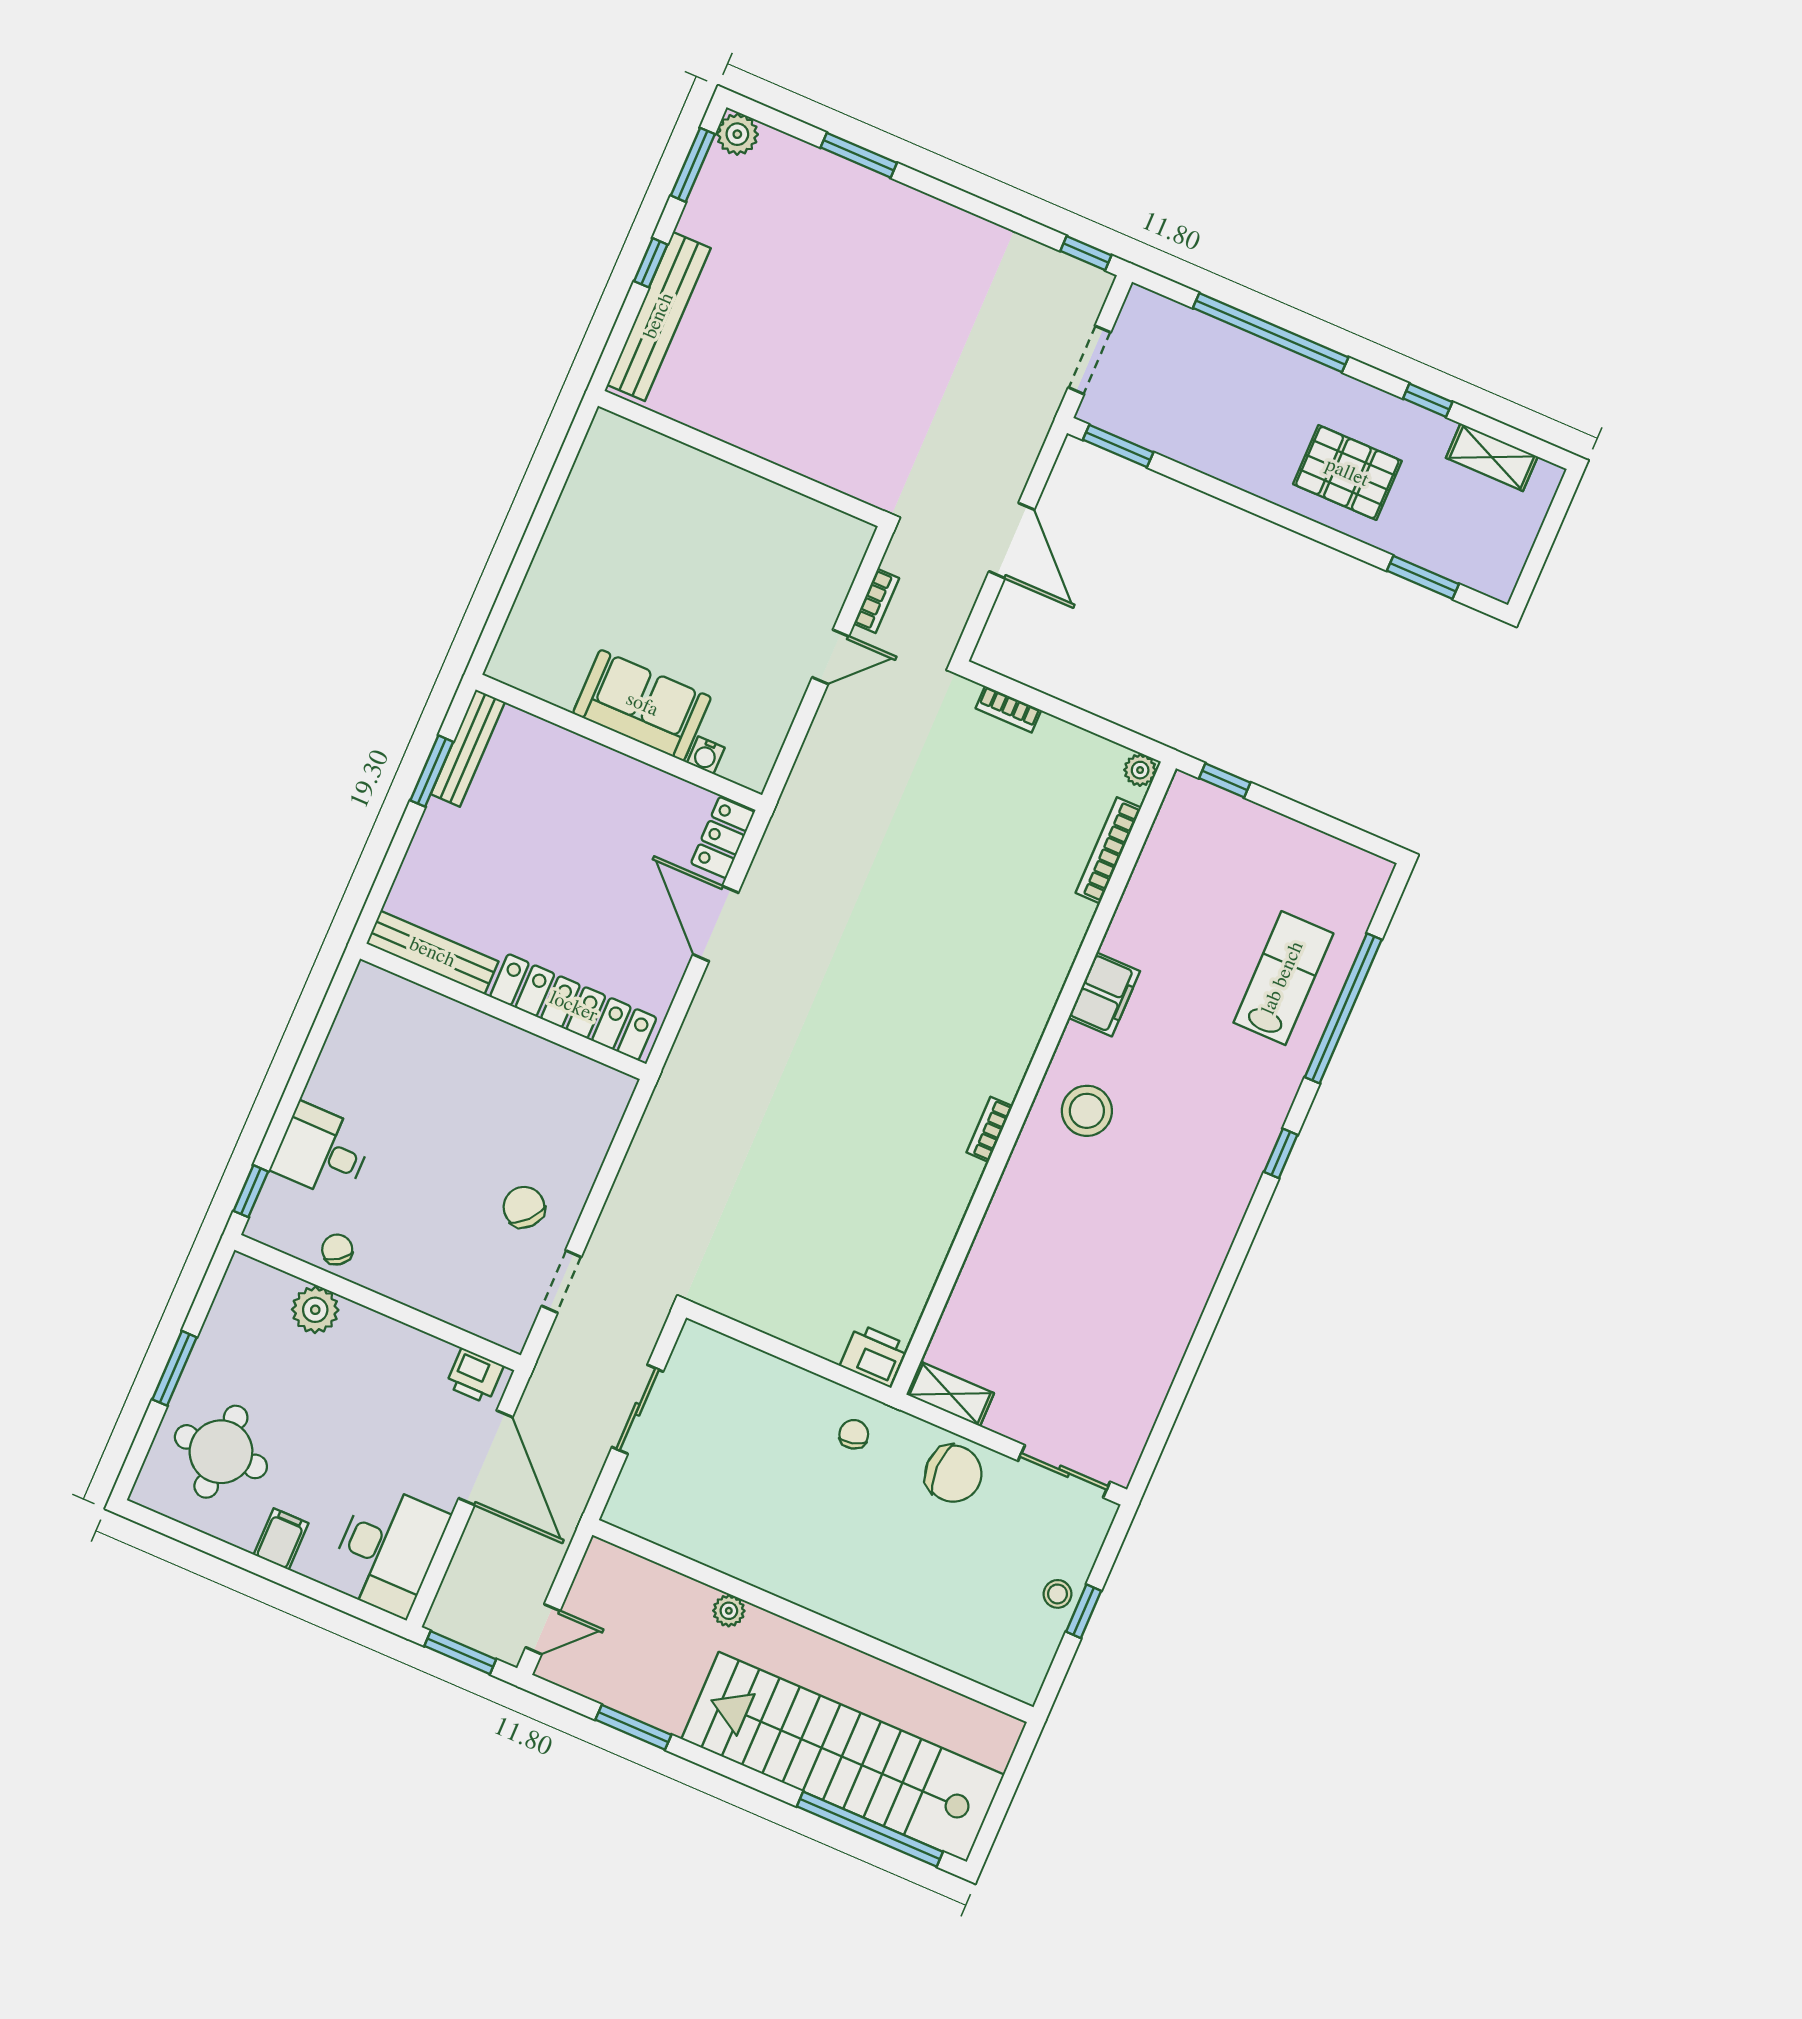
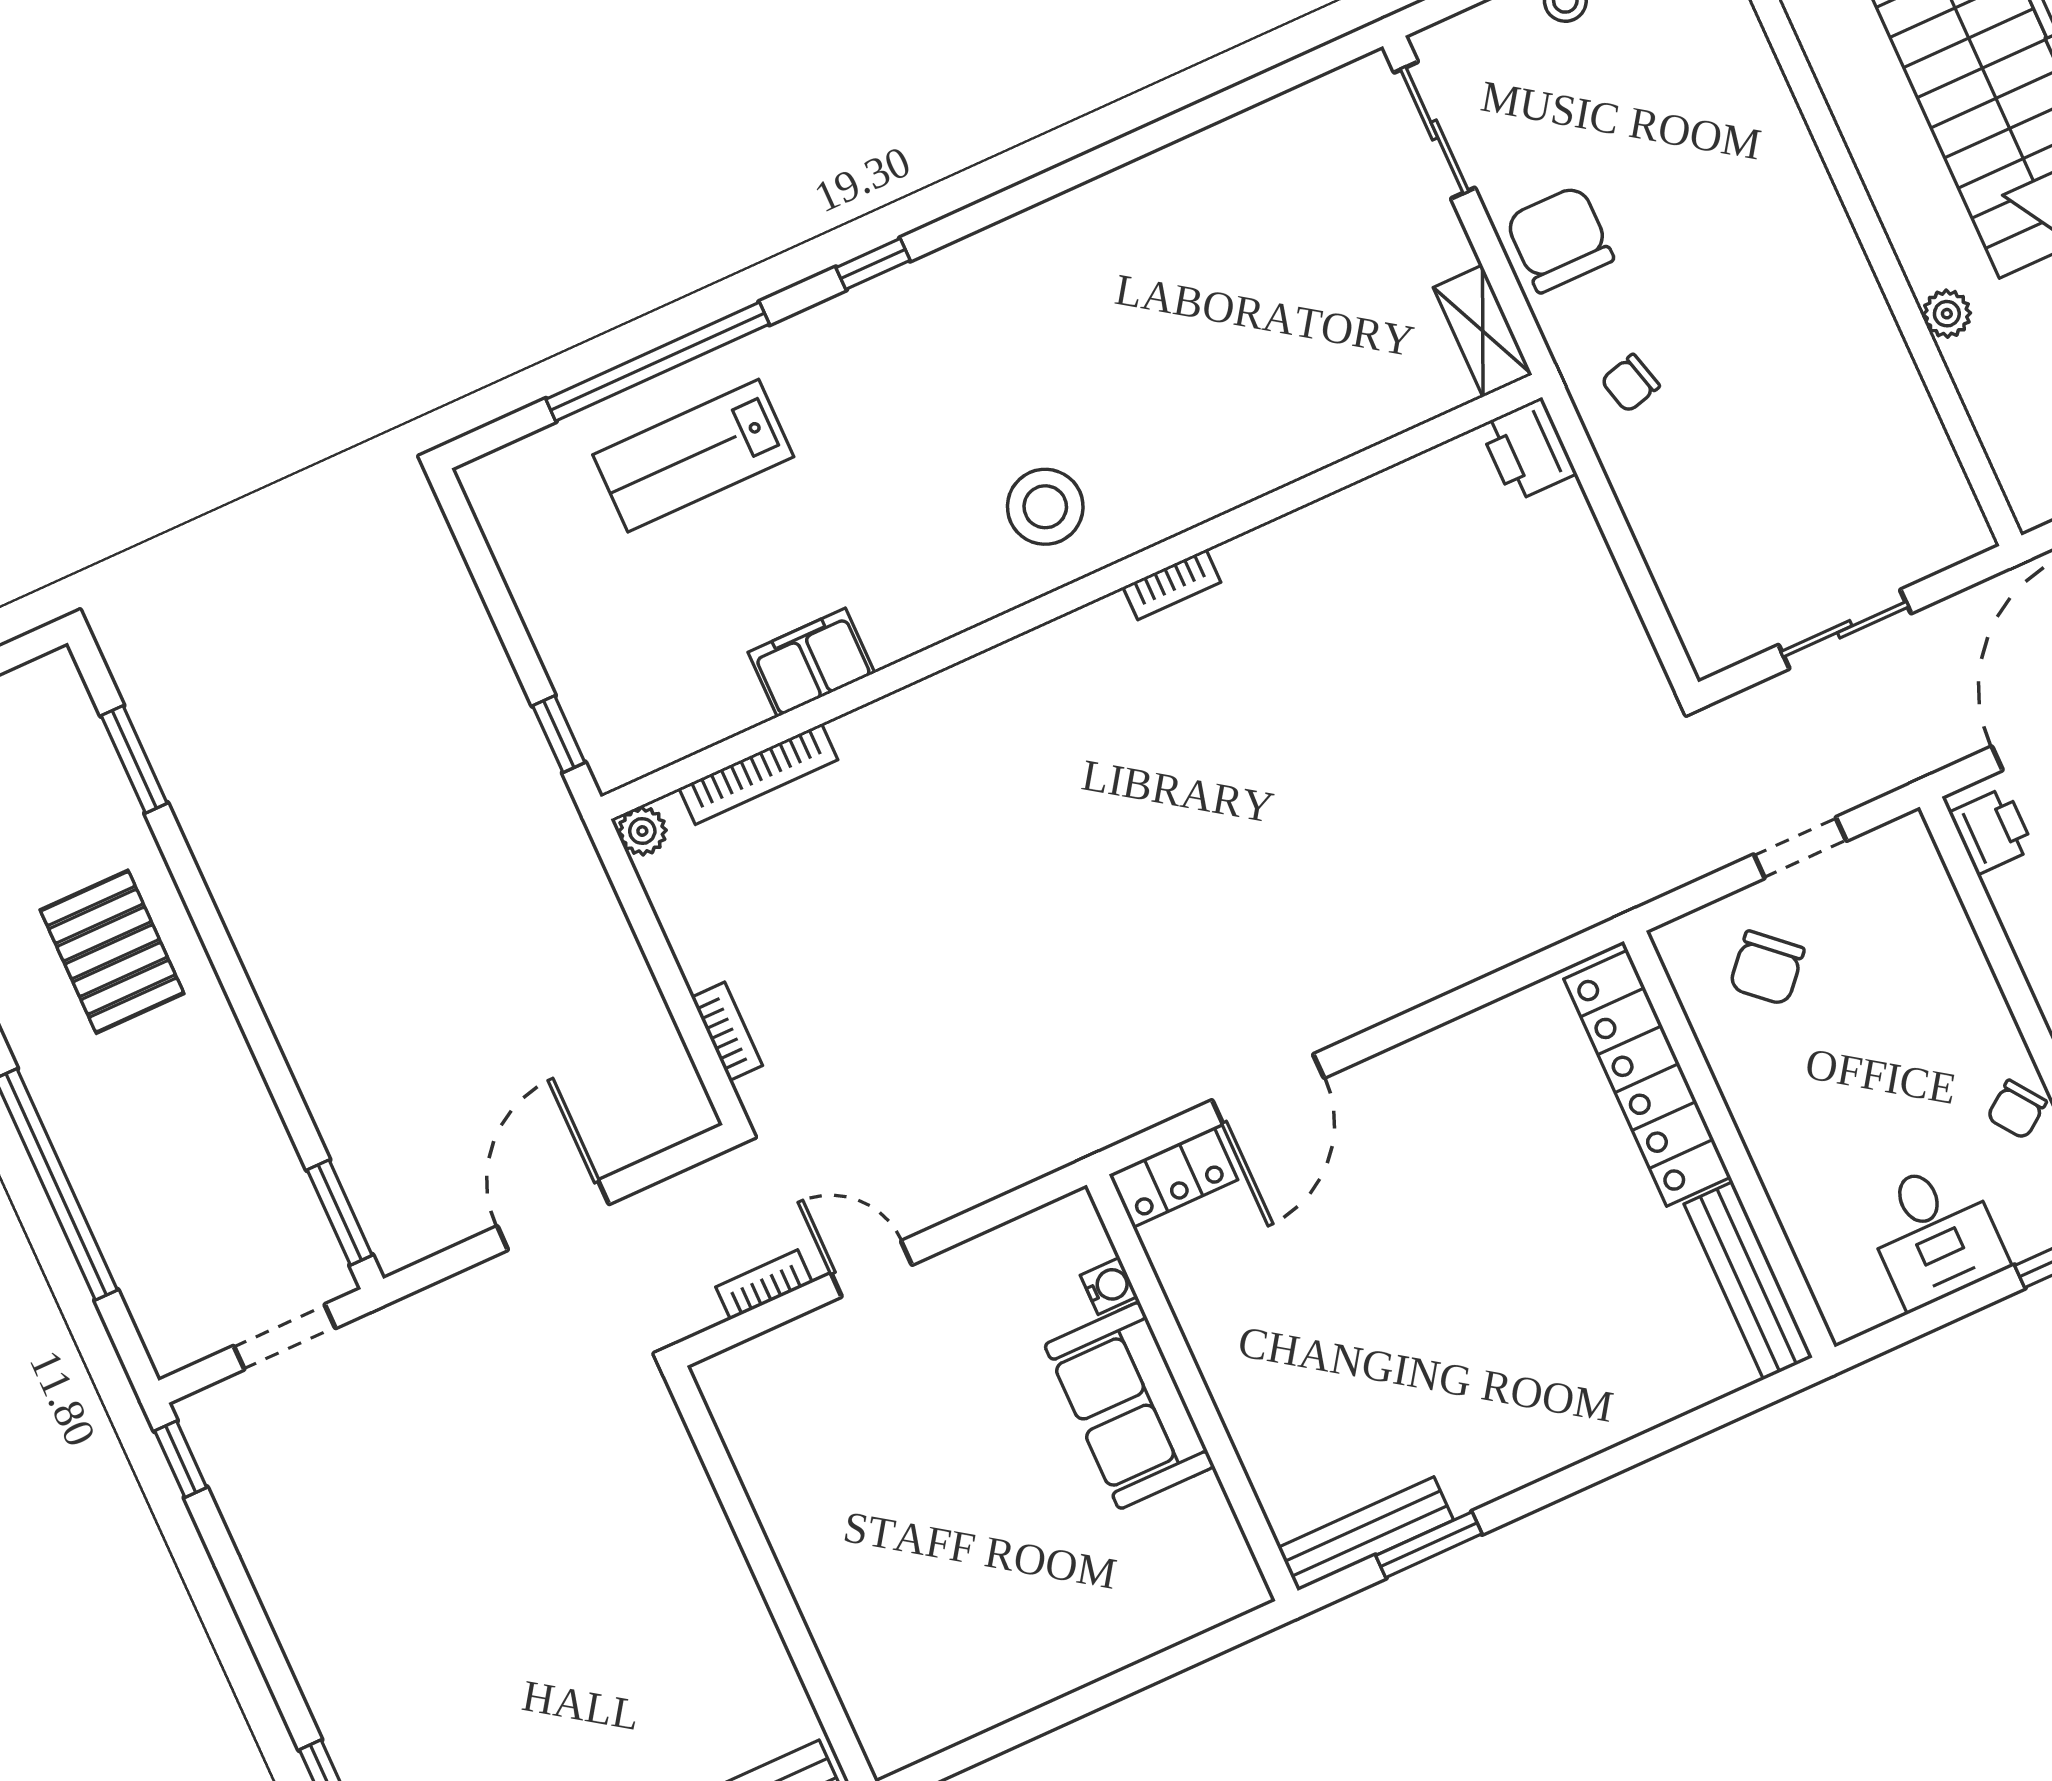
bench: (432, 953) -> (1748, 1281), moved
filing cabinet: (1104, 994) -> (811, 662), moved
locker: (573, 1007) -> (1647, 1078), moved
wall: (503, 1011) -> (1729, 1144), moved

